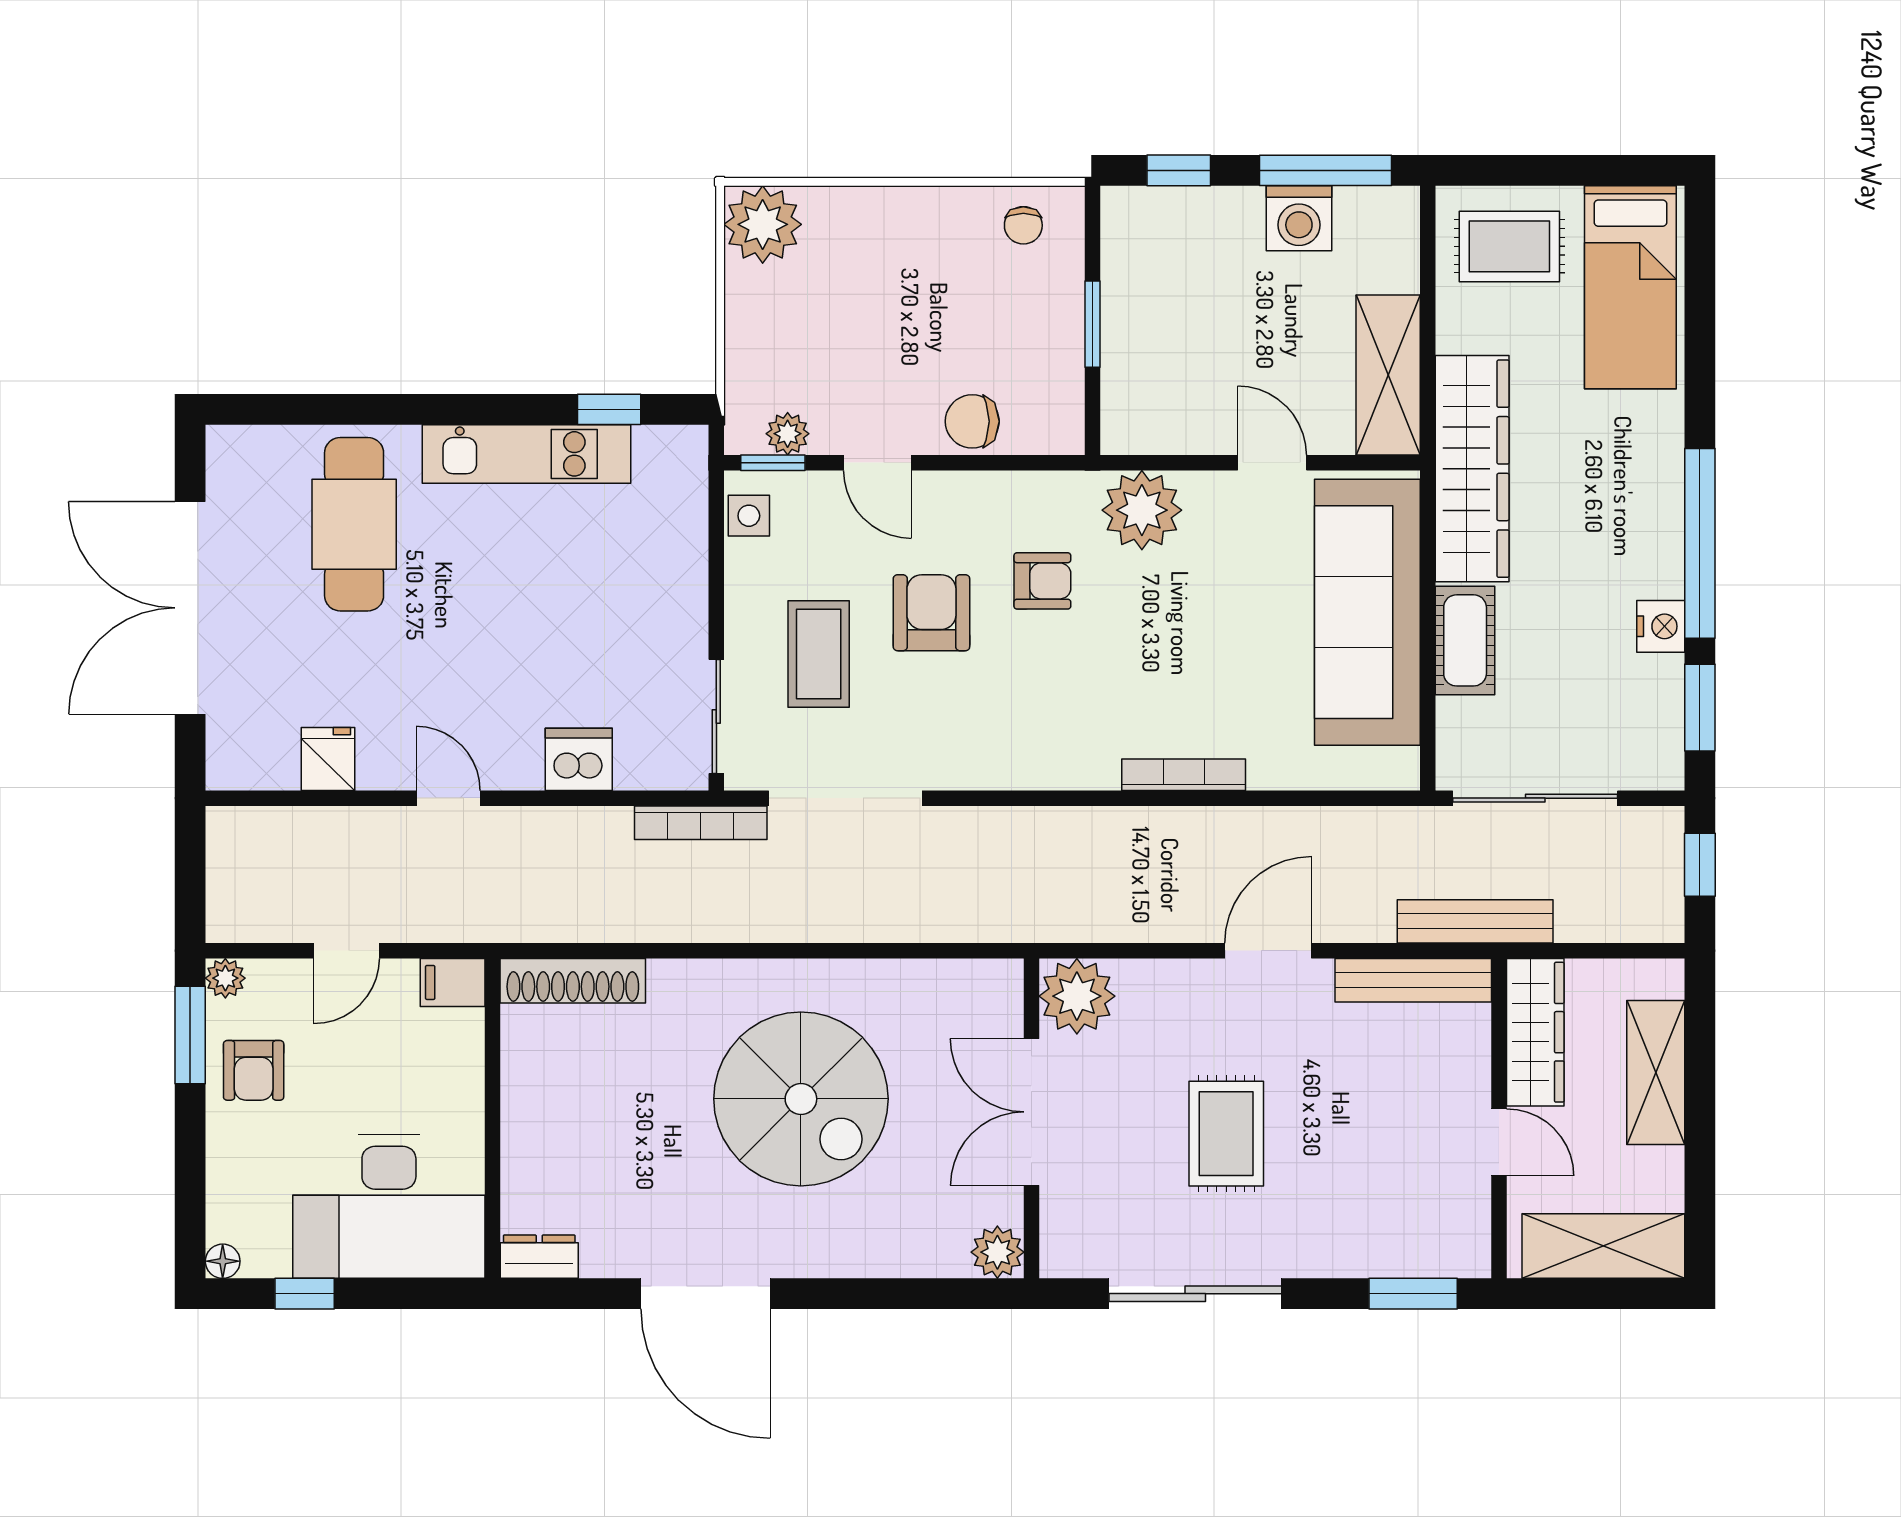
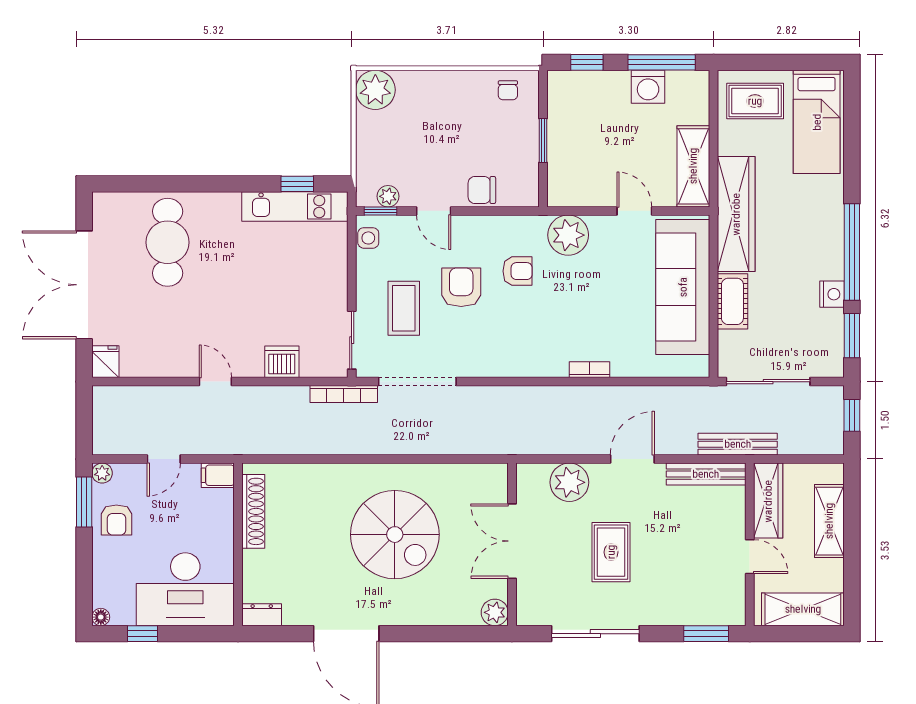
kitchen unit: (526, 454) -> (295, 207), moved
fridge: (328, 759) -> (105, 362), moved
bookcase: (1184, 775) -> (589, 370), width x0.64
shoe rack: (573, 981) -> (253, 511), moved, turned -90
plant: (1077, 996) -> (569, 482), moved

